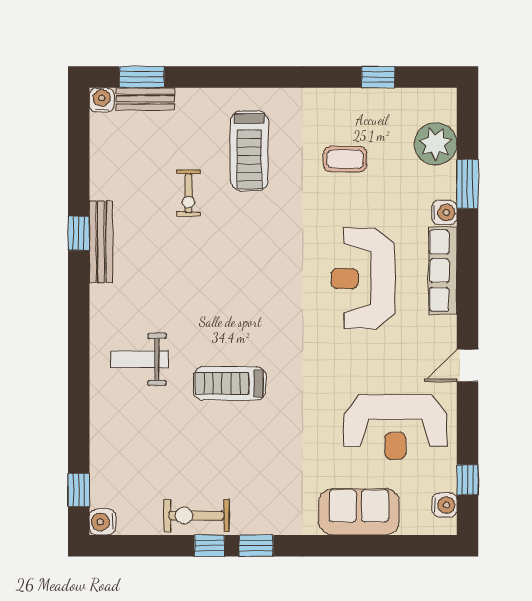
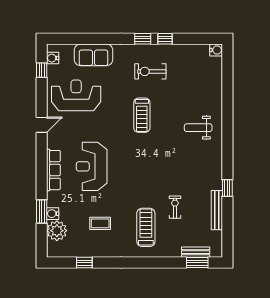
water cooler: (102, 100) -> (216, 252), removed
water cooler: (444, 212) -> (53, 214), moved
bench: (101, 242) -> (217, 210), moved
reception desk: (363, 278) -> (92, 166), turned 180
weight bench: (140, 359) -> (198, 128), turned 180
treadmill: (230, 384) -> (142, 115), moved, turned 90
window: (79, 490) -> (227, 65), removed
exercise bike: (196, 515) -> (150, 71), moved, turned 180

